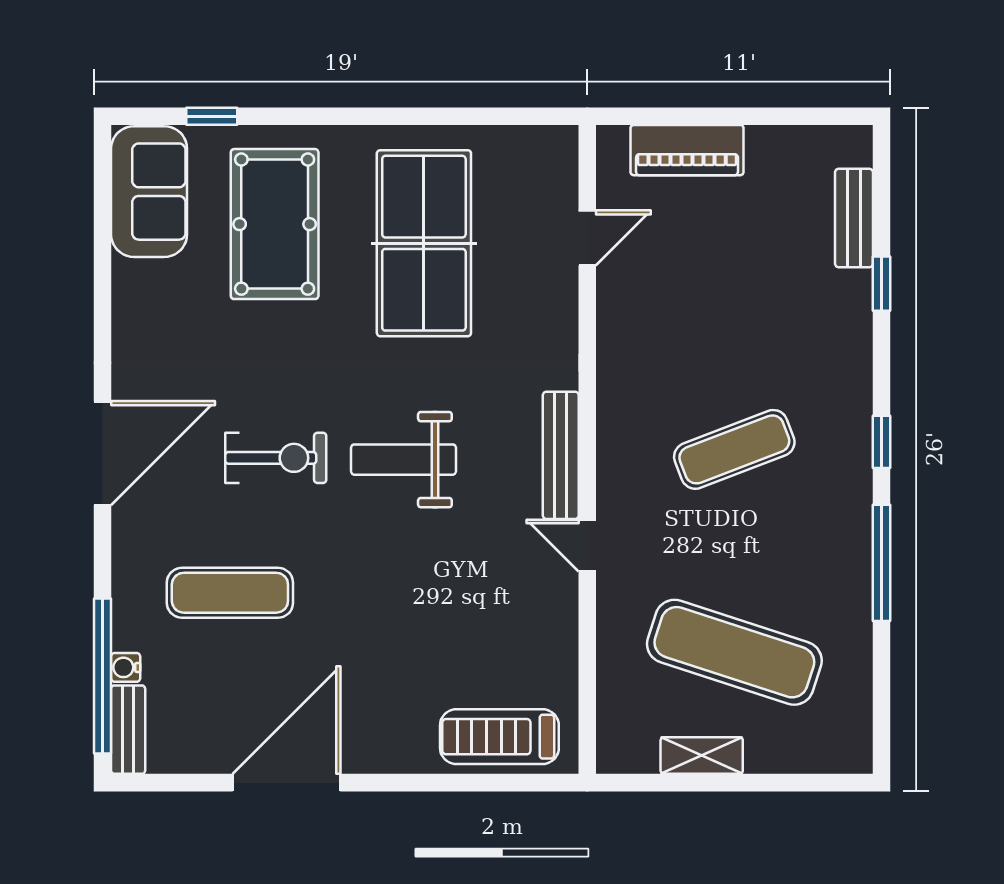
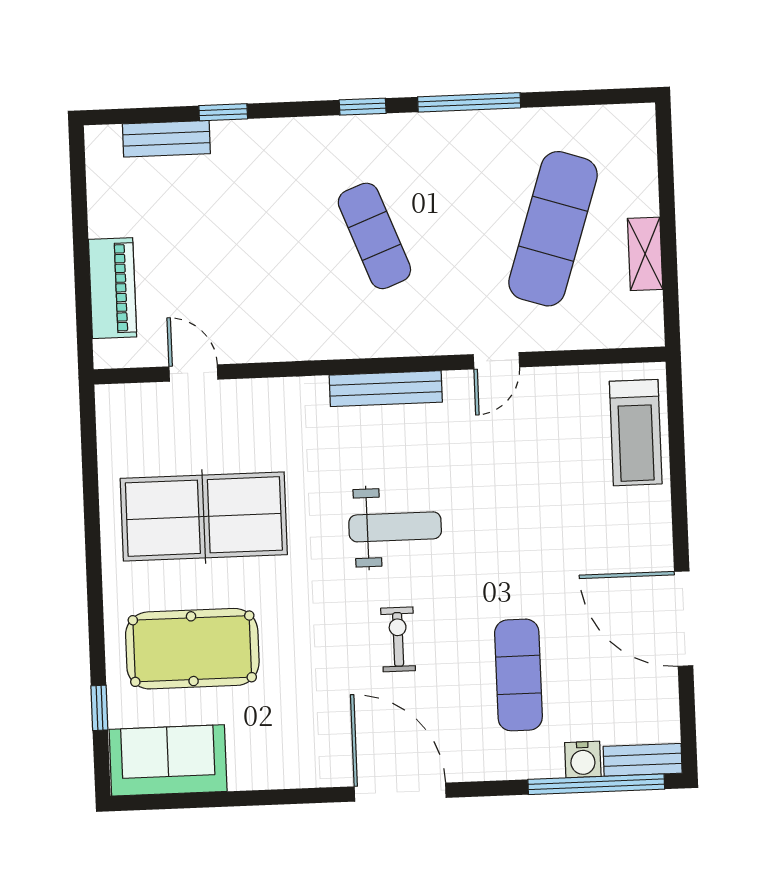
exercise bike: (276, 458) -> (398, 639), width x0.73, depth x0.72
weight bench: (404, 460) -> (395, 527), turned -90
door: (587, 546) -> (496, 361), moved
water cooler: (126, 667) -> (583, 760), width x1.38, depth x1.38

